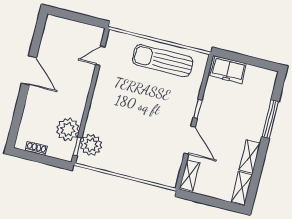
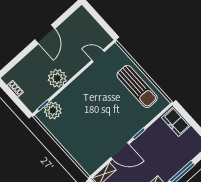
sun lounger: (163, 61) -> (137, 87), turned 180
plant: (68, 129) -> (57, 78), moved
door: (190, 140) -> (120, 151), hinge flipped

